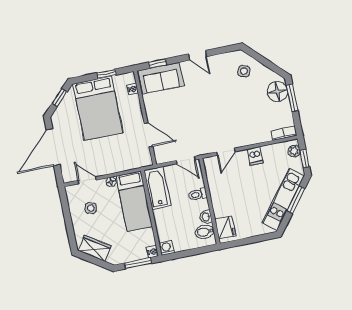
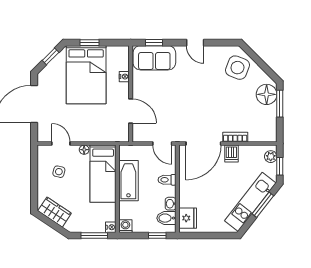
side table: (244, 71) -> (237, 68), width x1.87, depth x1.87
window: (107, 74) -> (89, 43), moved
nightstand: (133, 89) -> (124, 77), moved
bookcase: (284, 133) -> (235, 137), moved
door: (226, 152) -> (203, 143), width x1.87
bathtub: (157, 188) -> (128, 181), moved
window: (199, 251) -> (157, 236), added

